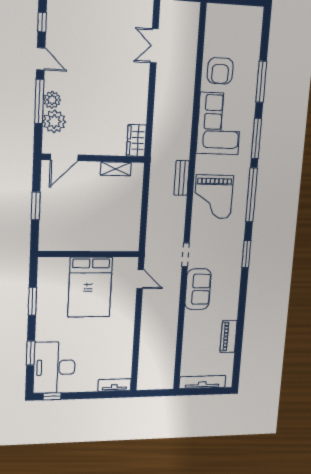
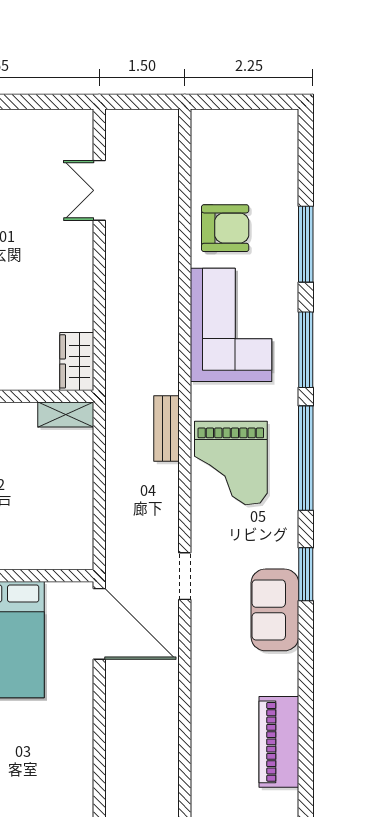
armchair: (220, 71) -> (225, 228), turned -90
shelving: (116, 169) -> (66, 414), moved
door: (140, 279) -> (99, 624), width x1.88
sofa: (198, 289) -> (275, 610), moved, turned 180
piano: (229, 336) -> (279, 742), width x1.37, depth x1.33

